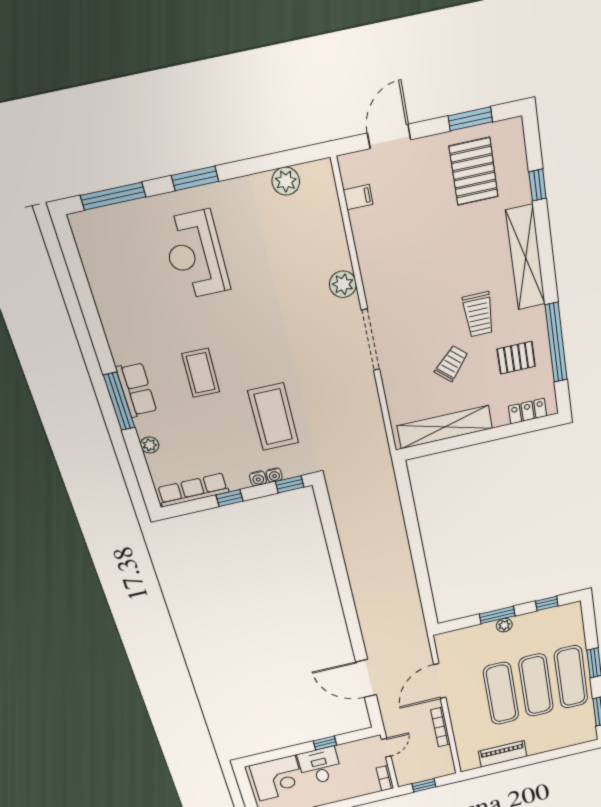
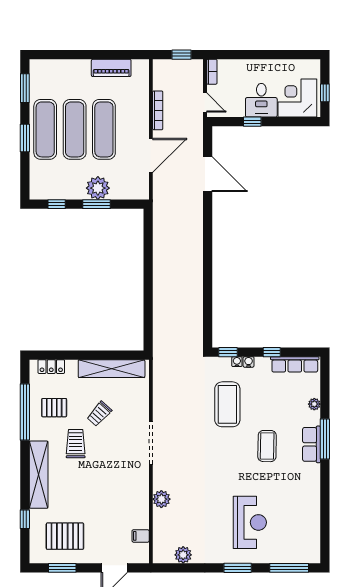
pallet: (474, 171) -> (65, 536), turned 90
plant: (343, 284) -> (161, 499), moved
plant: (504, 625) -> (98, 188), width x1.87, depth x1.87
door: (386, 748) -> (205, 103), swing flipped
window: (246, 791) -> (325, 93), added

